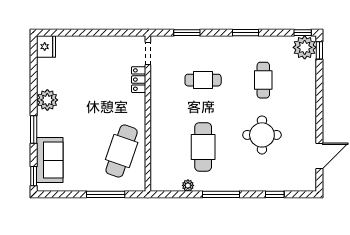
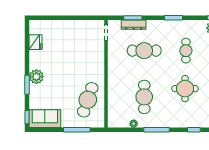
dresser: (188, 43) -> (134, 25), added
fridge: (46, 47) -> (35, 42), moved
locker: (139, 80) -> (100, 50), removed
cafe table: (203, 80) -> (144, 51), width x1.37, depth x1.35
plant: (47, 100) -> (36, 77), moved
sofa: (50, 160) -> (45, 119), moved, turned -90

